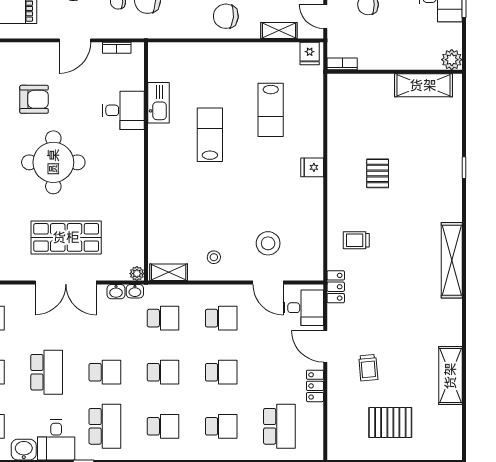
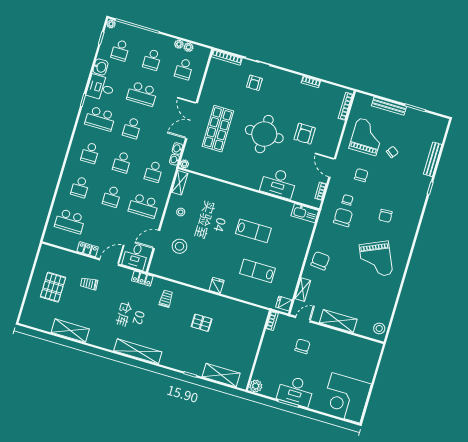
shelving: (423, 85) -> (221, 375), moved, turned 90
kitchen sink: (158, 103) -> (305, 213), moved
desk: (123, 110) -> (278, 183), width x1.37
school desk: (221, 318) -> (144, 206), width x1.85

